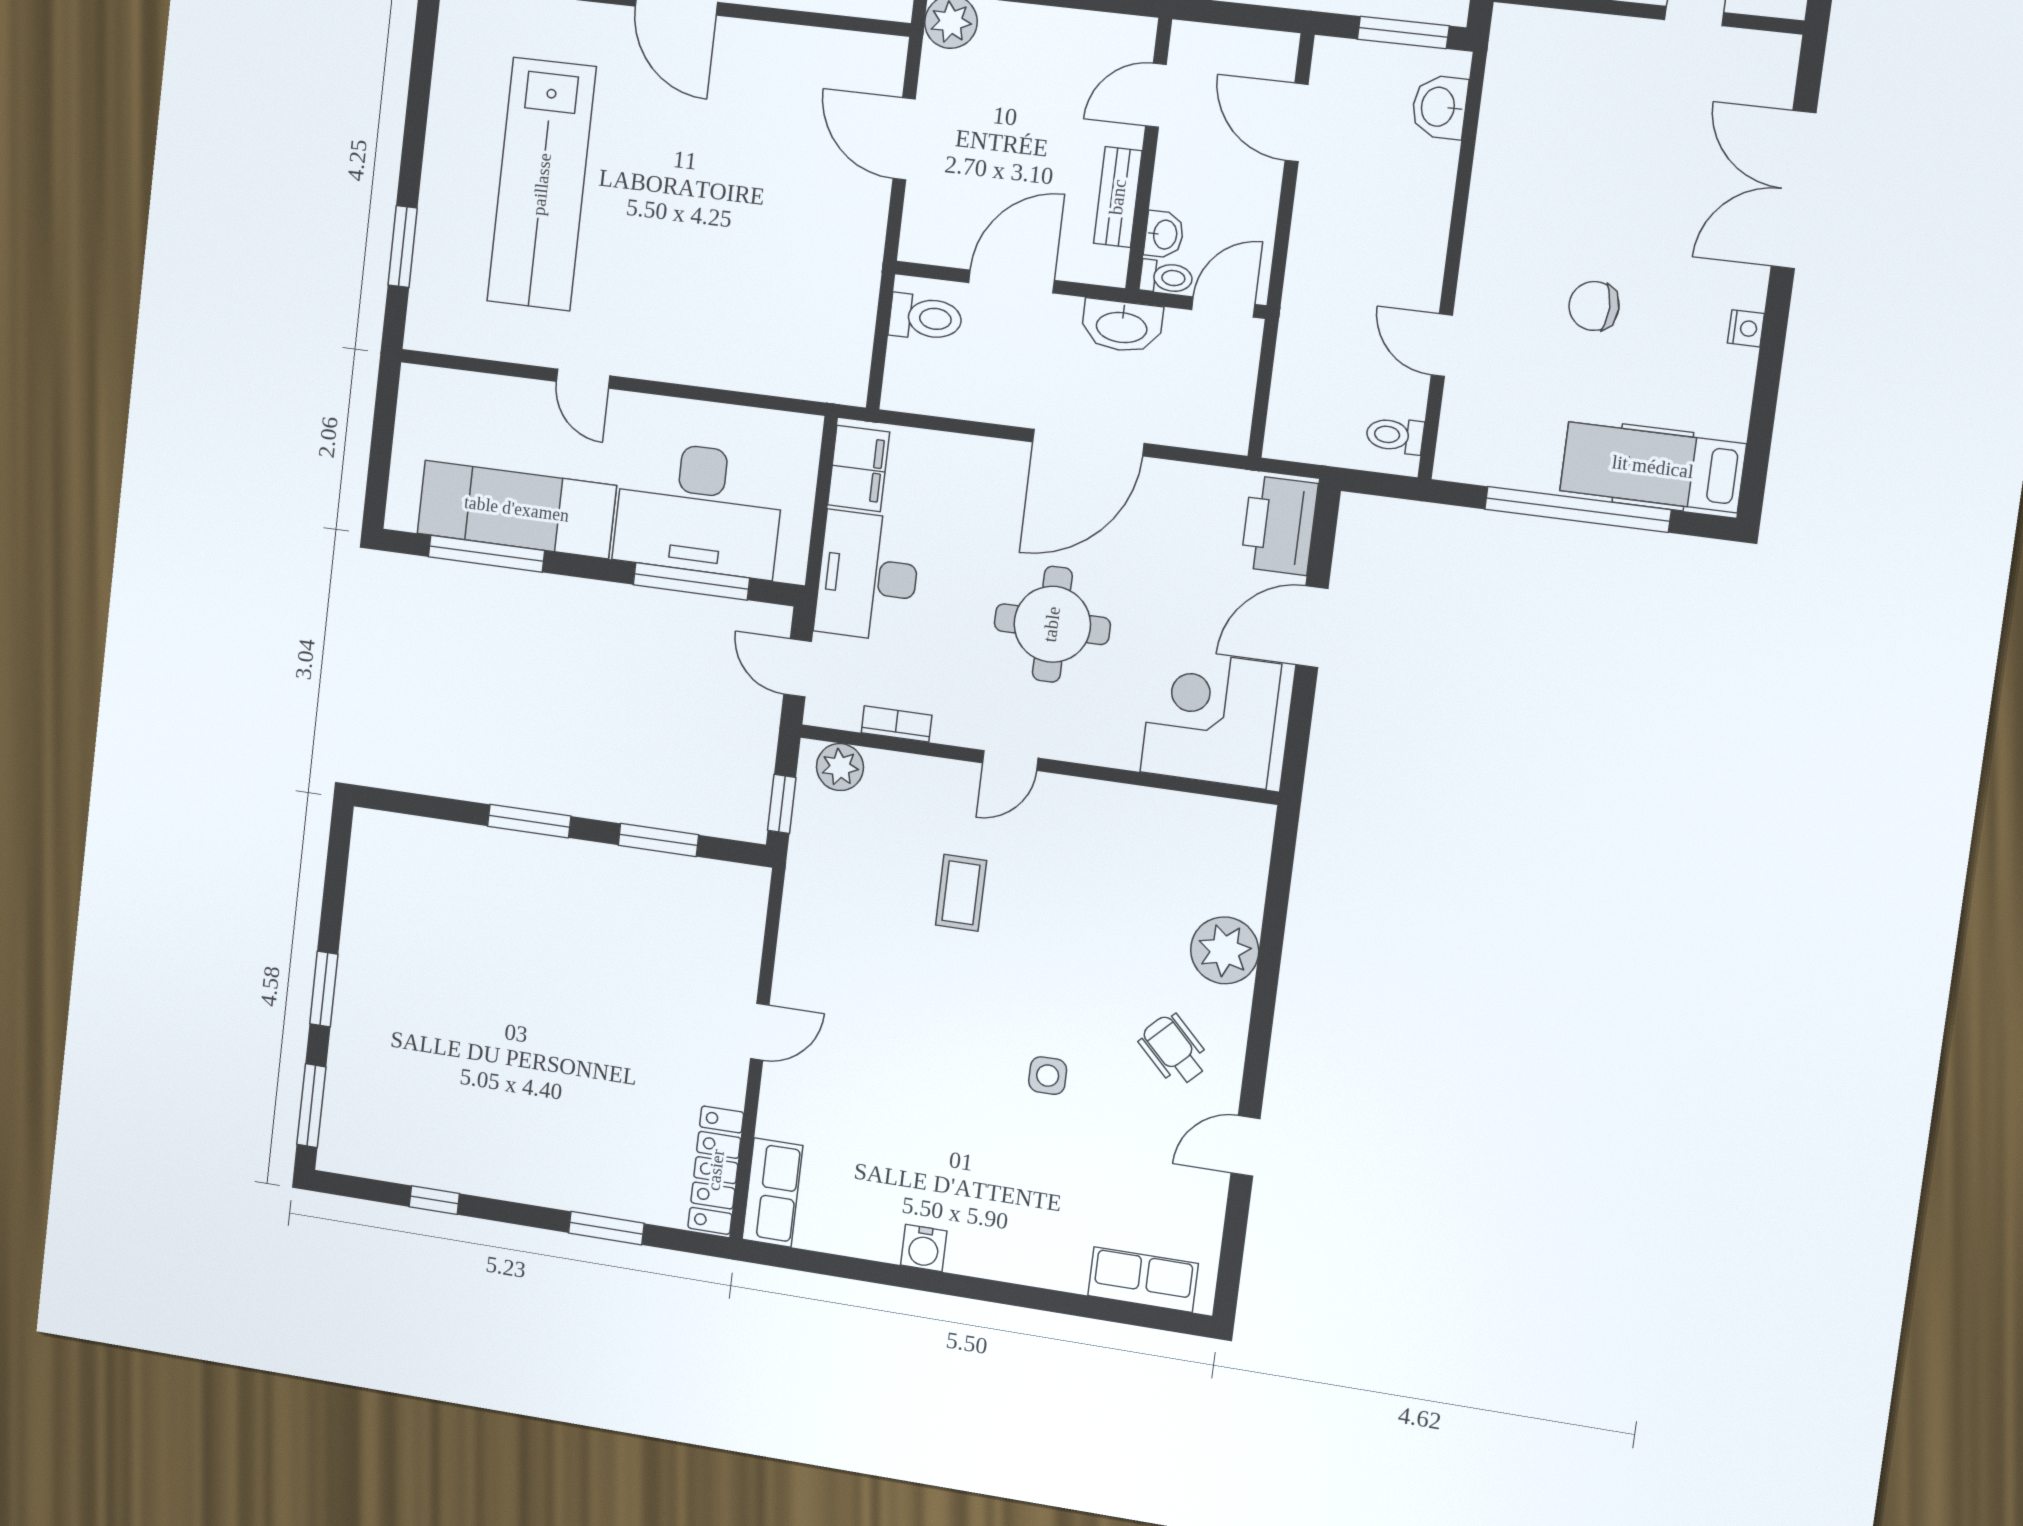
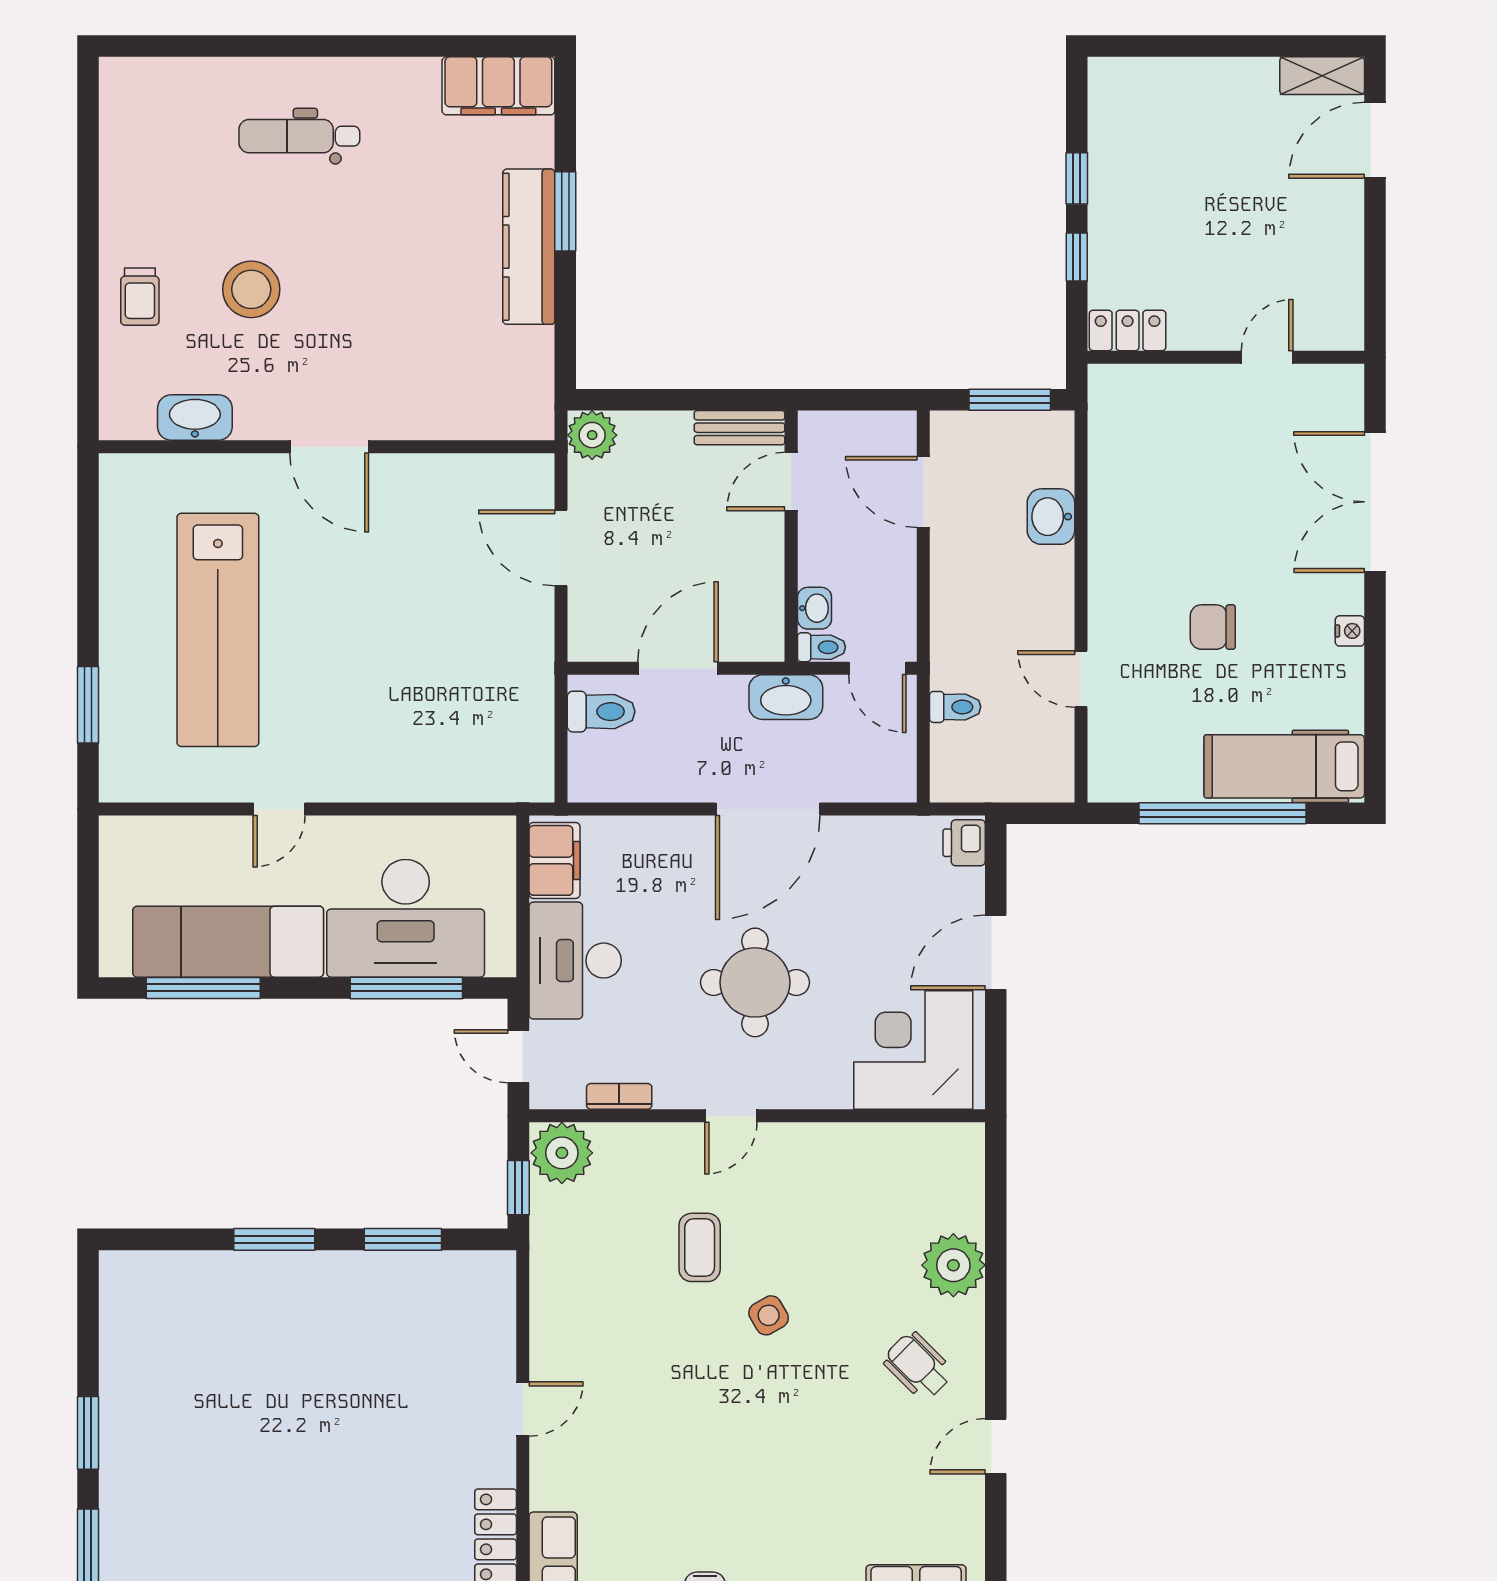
washbasin: (1439, 107) -> (1051, 517), moved
bench: (1118, 197) -> (740, 428), moved, turned 90
door: (1223, 307) -> (877, 668), swing flipped
door: (583, 379) -> (279, 809), hinge flipped
toilet: (1395, 435) -> (955, 707), moved, turned 180
printer: (1279, 525) -> (964, 843), width x0.53, depth x0.68
plant: (840, 767) -> (562, 1153), width x1.36, depth x1.36
side table: (1048, 1076) -> (769, 1315), moved, turned -30

